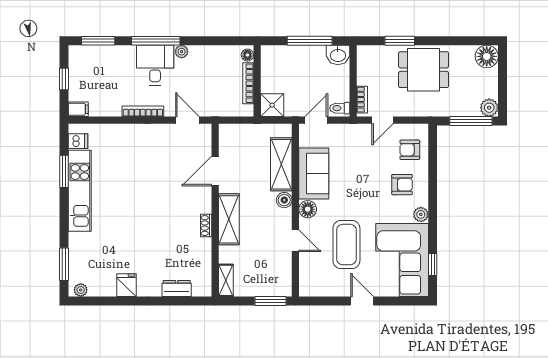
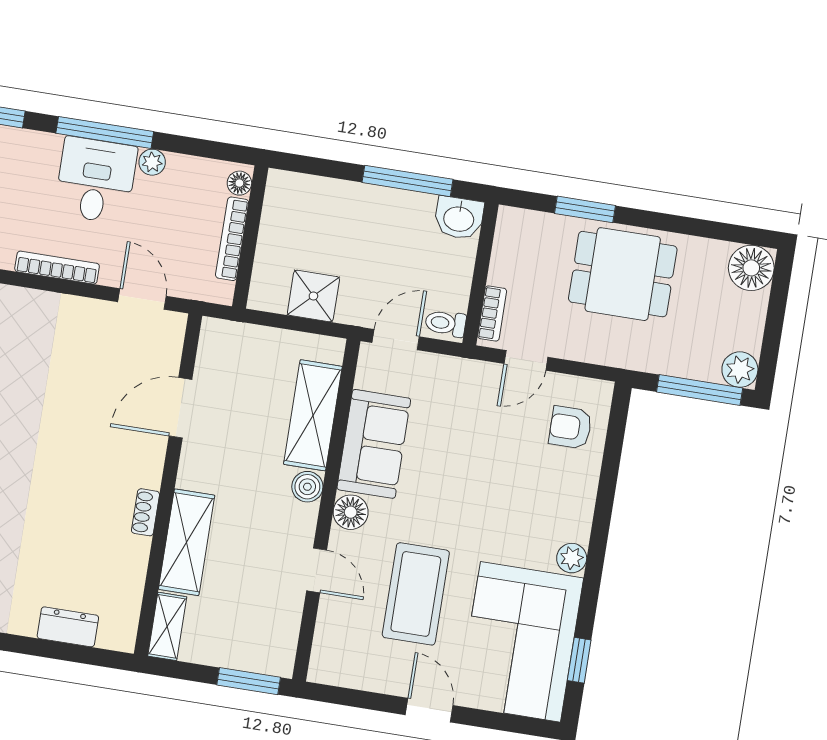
floor lamp: (247, 55) -> (239, 183), moved
wall: (257, 81) -> (250, 237), moved
bookcase: (248, 83) -> (232, 239), moved
armchair: (402, 185) -> (544, 493), removed
shelving: (229, 219) -> (187, 542), moved

